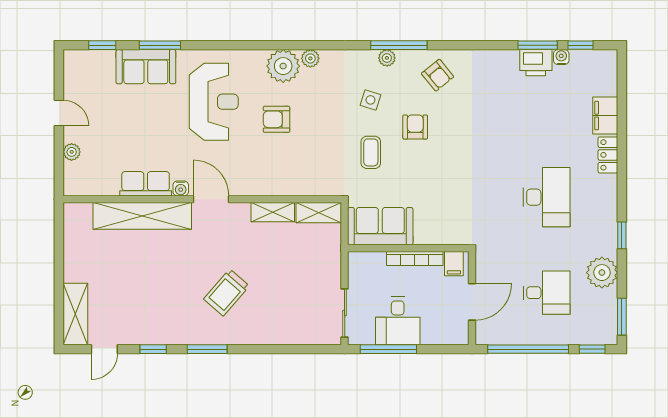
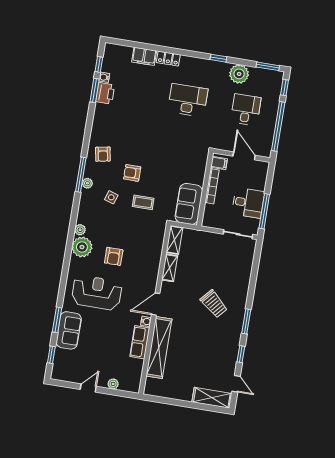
armchair: (438, 75) -> (103, 154), turned 119

